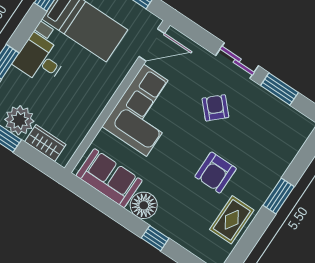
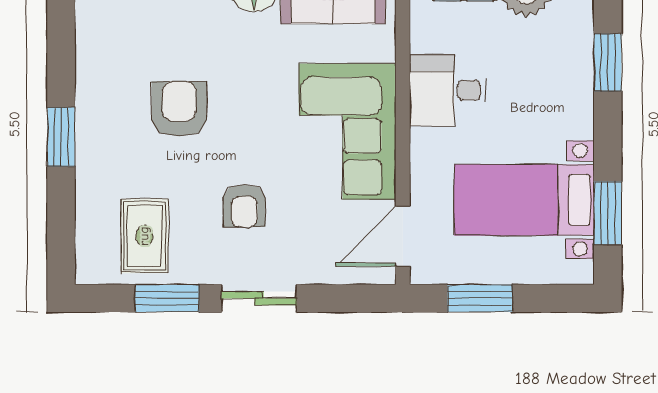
desk: (40, 60) -> (448, 90), moved, turned 180
armchair: (215, 108) -> (244, 206), turned 43
rug: (232, 220) -> (144, 236), moved

